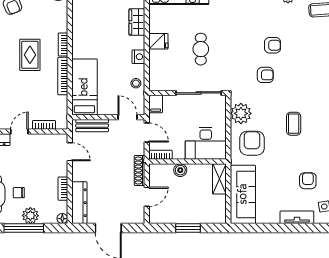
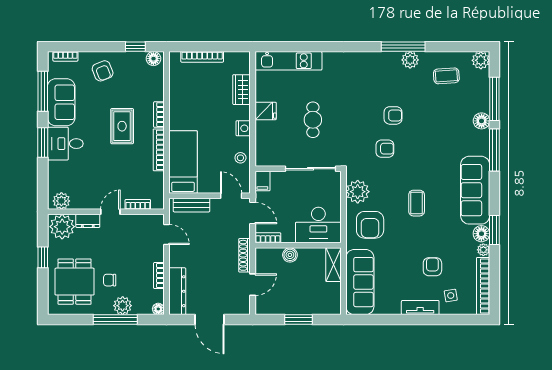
armchair: (252, 143) -> (370, 225), turned 180

